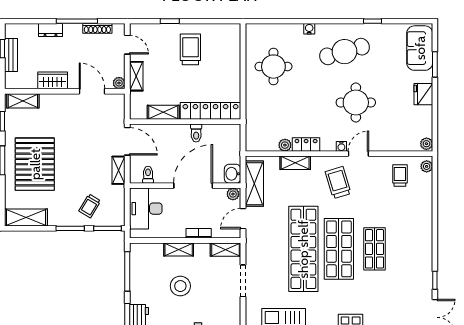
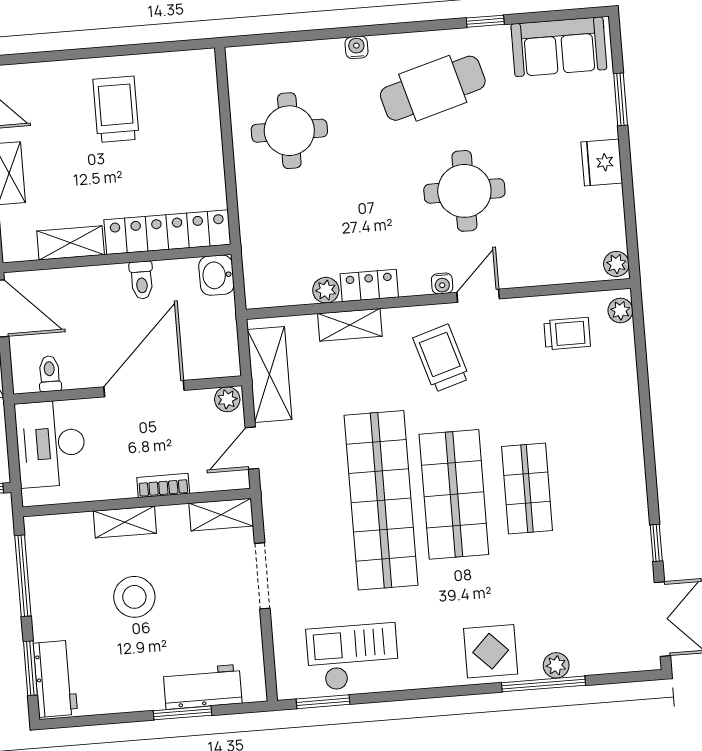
window: (170, 21) -> (69, 55), removed
sofa: (420, 48) -> (559, 47), moved, turned -90
washbasin: (233, 174) -> (216, 275), moved
trolley: (400, 175) -> (567, 334), turned 90

